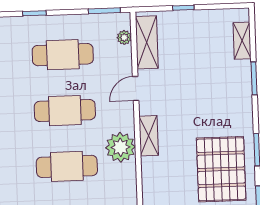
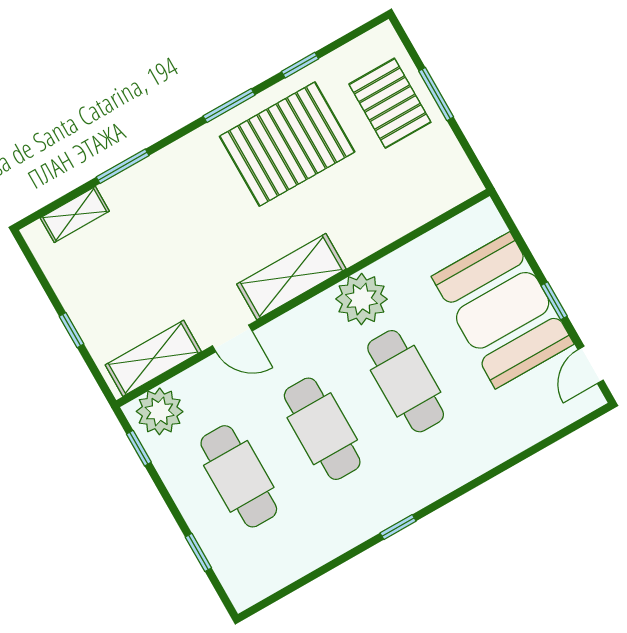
window: (104, 11) -> (139, 448), width x0.67
plant: (124, 37) -> (160, 411), width x1.88, depth x1.88
shelving: (149, 136) -> (291, 277), width x1.50, depth x1.33
plant: (120, 147) -> (361, 299), moved

